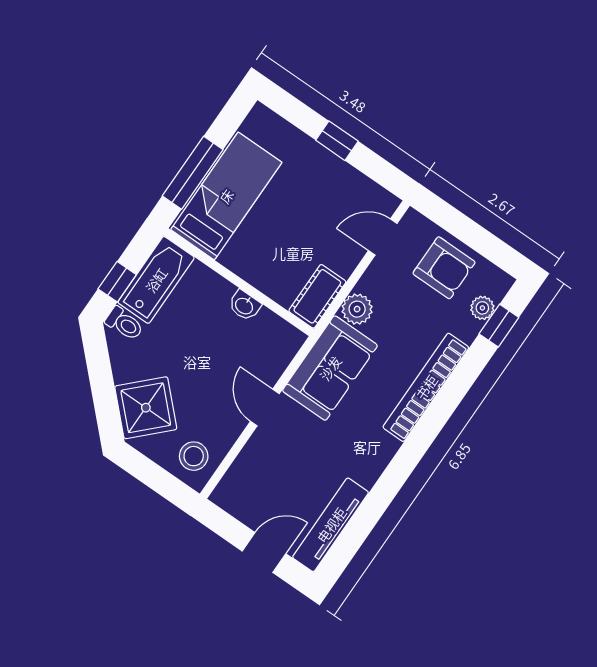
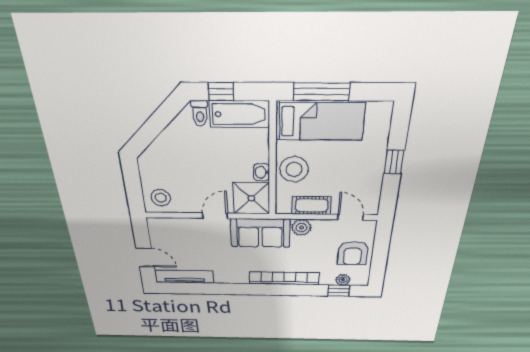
stool: (267, 264) -> (294, 169), added
cot: (317, 296) -> (312, 205), moved
shower: (146, 408) -> (251, 198), moved, turned 45

